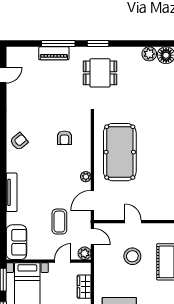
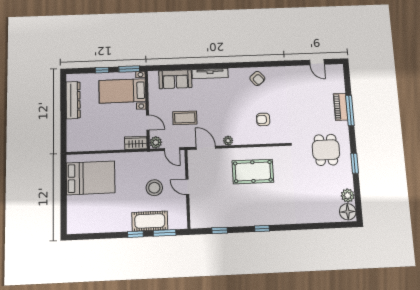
window: (98, 44) -> (355, 163), moved
pool table: (120, 152) -> (253, 172), width x0.73, depth x0.76
door: (133, 222) -> (187, 187), swing flipped
door: (92, 236) -> (172, 149), hinge flipped
sofa: (16, 242) -> (175, 79), moved
wardrobe: (84, 287) -> (136, 143), moved

